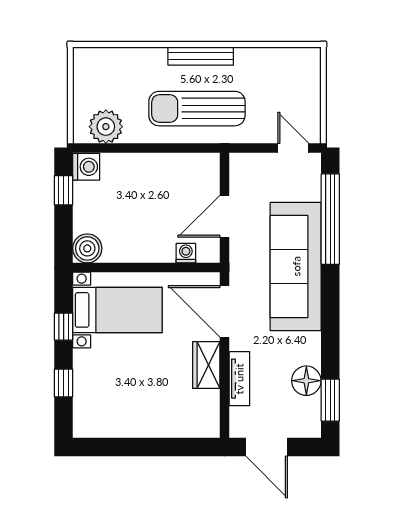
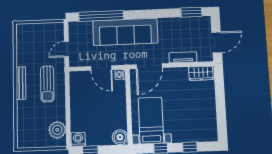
sun lounger: (197, 109) -> (47, 84), width x0.73, depth x0.75
door: (293, 148) -> (67, 49), moved
washing machine: (186, 253) -> (120, 74), moved
wardrobe: (206, 365) -> (201, 73), moved
floor lamp: (306, 381) -> (182, 24), removed

